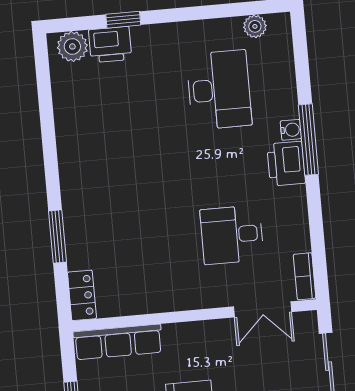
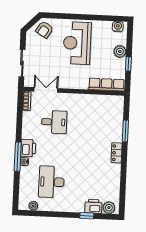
locker: (82, 295) -> (117, 153), moved

